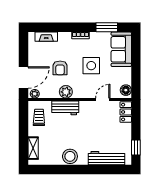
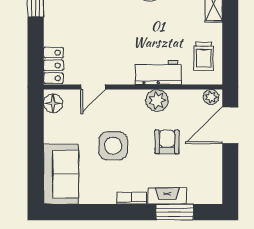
window: (107, 27) -> (175, 212), moved
fireplace: (46, 37) -> (167, 196), moved

